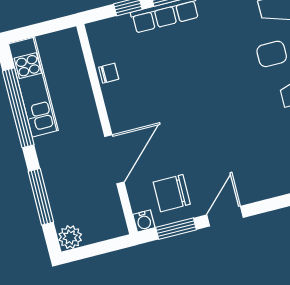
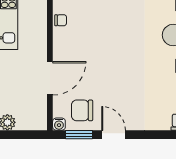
door: (225, 216) -> (114, 135), hinge flipped

